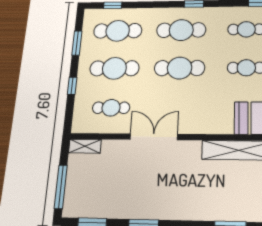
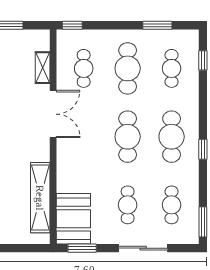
cafe table: (118, 31) -> (172, 68), width x0.73, depth x0.74
window: (72, 86) -> (72, 25), moved
shelving: (85, 146) -> (43, 68), moved

